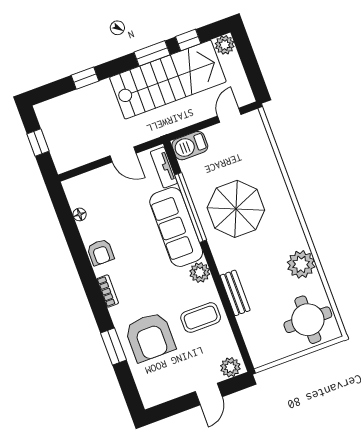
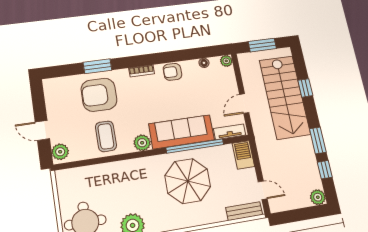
stairs: (168, 80) -> (285, 97), moved
window: (38, 143) -> (262, 45), width x1.50
plant: (71, 186) -> (226, 61), added
bench: (235, 293) -> (244, 211), moved

